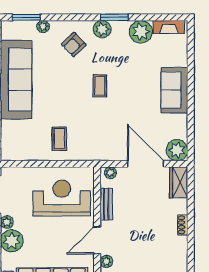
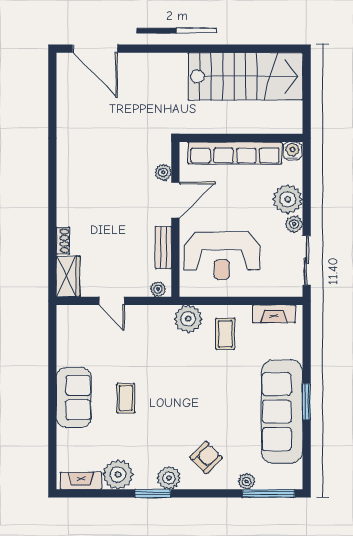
window: (26, 17) -> (269, 493), width x1.44
coffee table: (100, 86) -> (126, 398), moved
plant: (177, 150) -> (188, 319), moved
fireplace: (22, 154) -> (274, 314), added
door: (146, 164) -> (112, 301), width x0.53
shoe rack: (183, 225) -> (63, 241), moved

